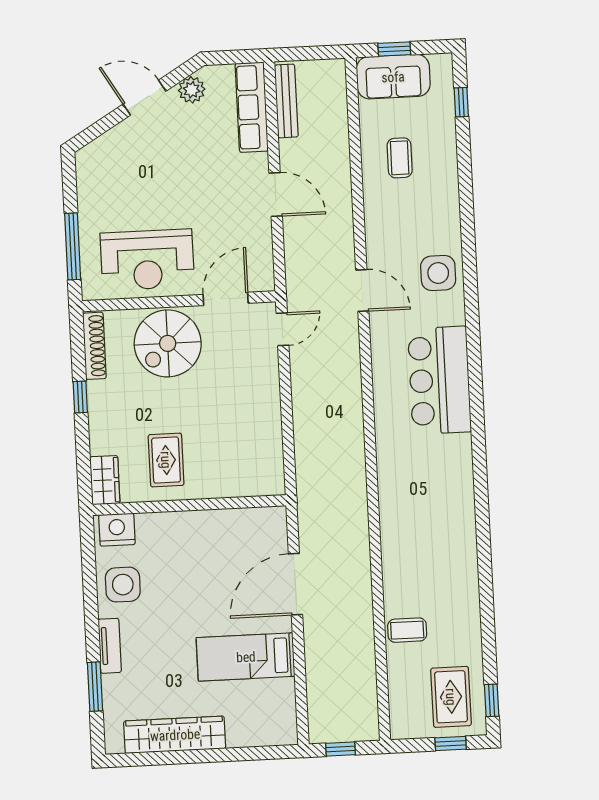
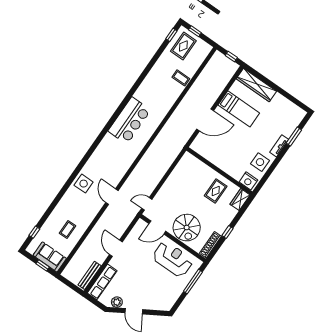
spiral stairs: (168, 343) -> (187, 228), turned 90
bar counter: (440, 380) -> (129, 121), moved
wardrobe: (175, 735) -> (256, 85), moved

